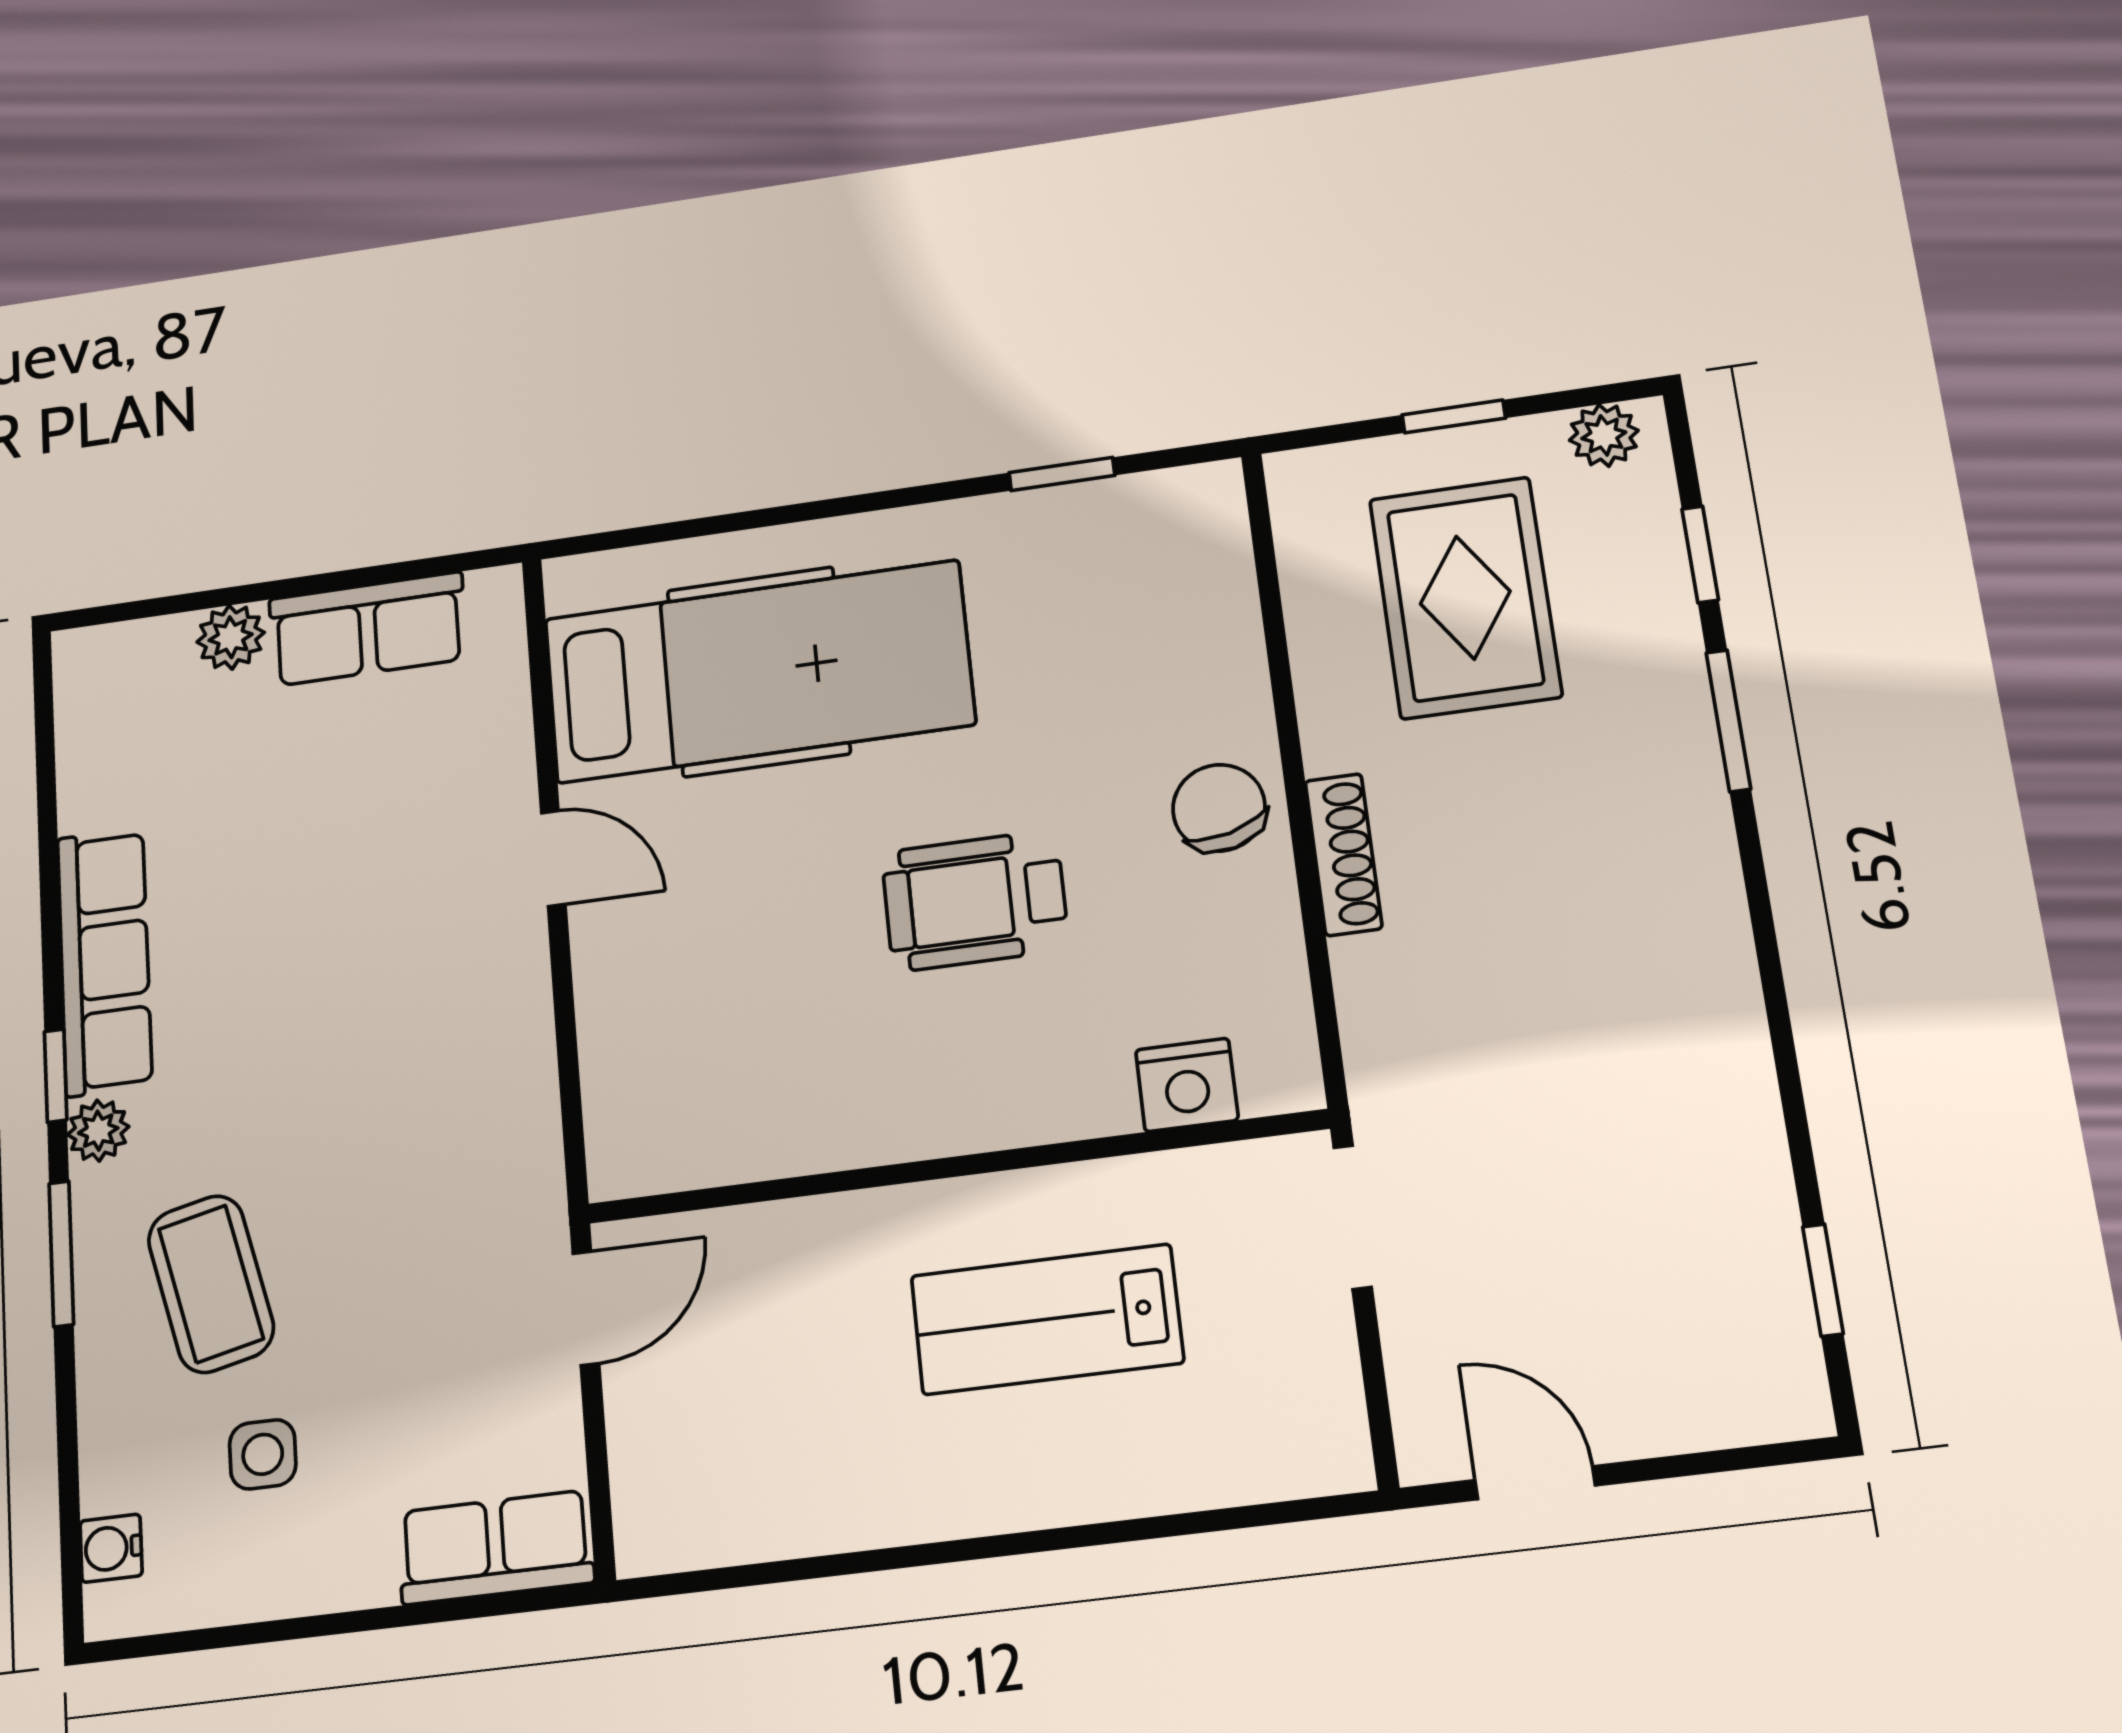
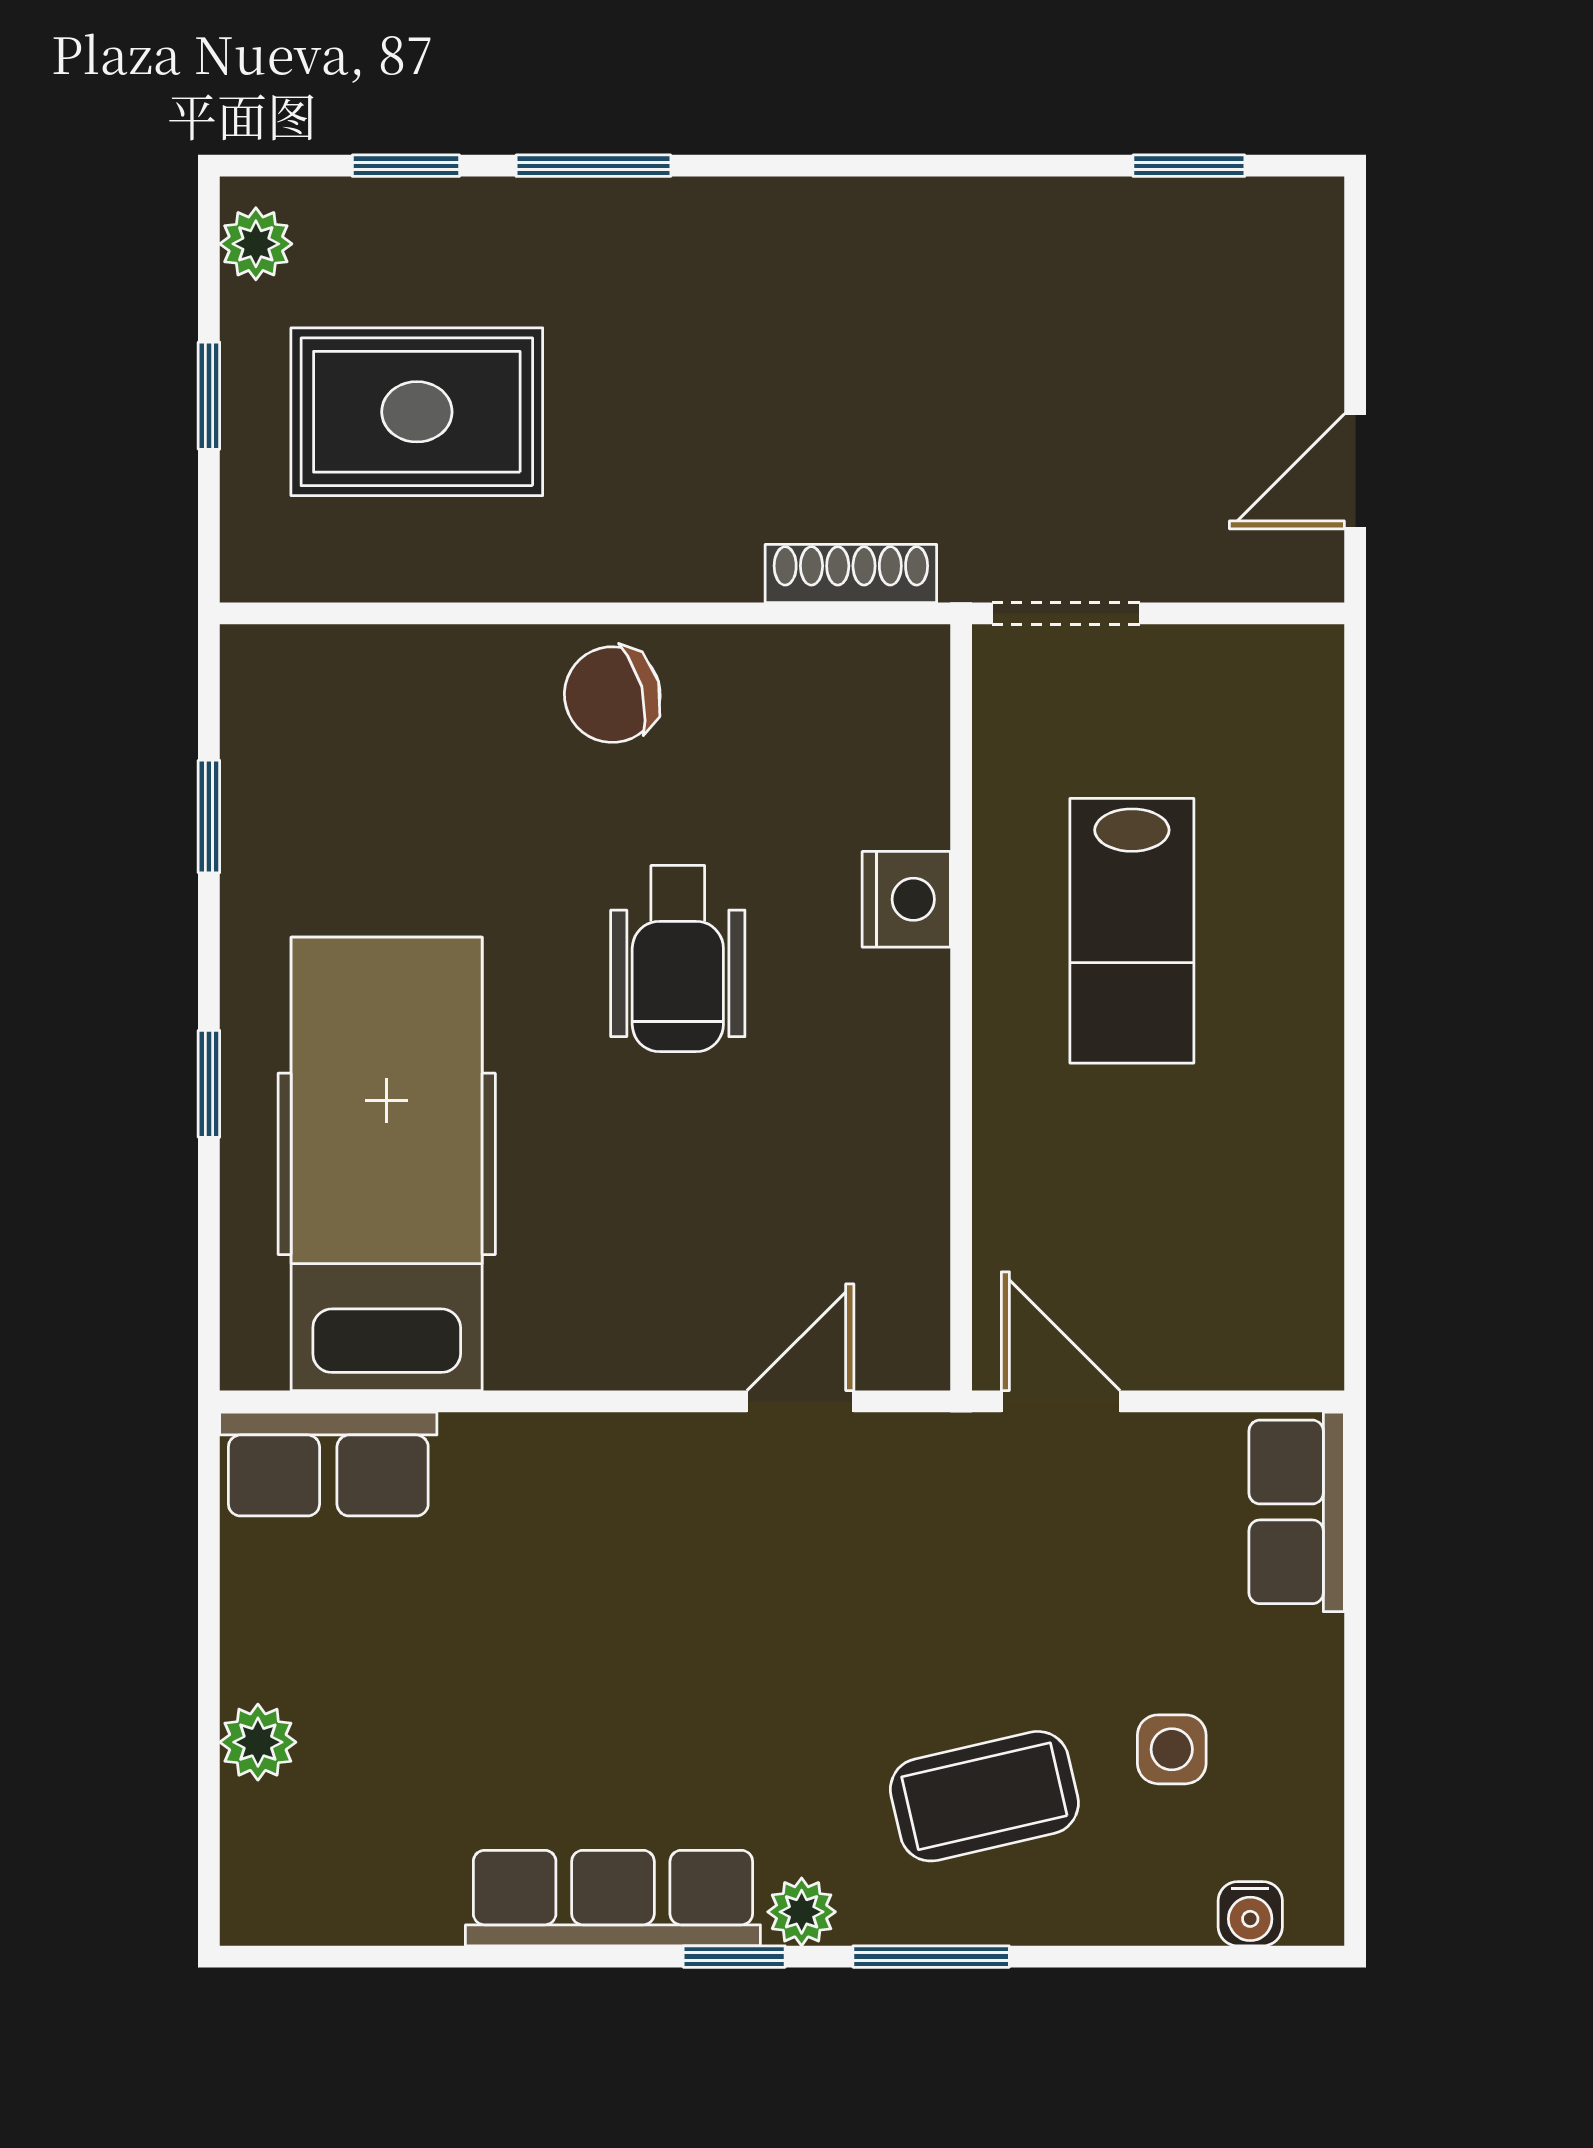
window: (817, 510) -> (209, 1084), added
row of seats: (368, 629) -> (328, 1464), moved, turned 90
shoe rack: (1343, 854) -> (851, 574), moved
door: (553, 859) -> (800, 1401), moved
nightstand: (1187, 1085) -> (906, 899), moved

